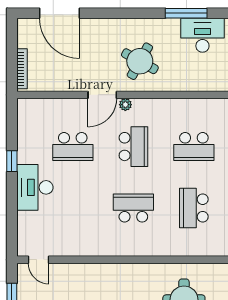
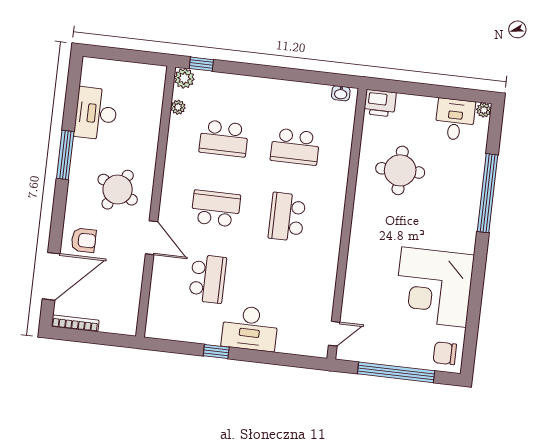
window: (186, 13) -> (65, 155), moved
armchair: (93, 37) -> (84, 240), added
bookcase: (22, 69) -> (75, 323), moved
plant: (125, 105) -> (178, 107), moved
school desk: (194, 147) -> (224, 138), turned 90

